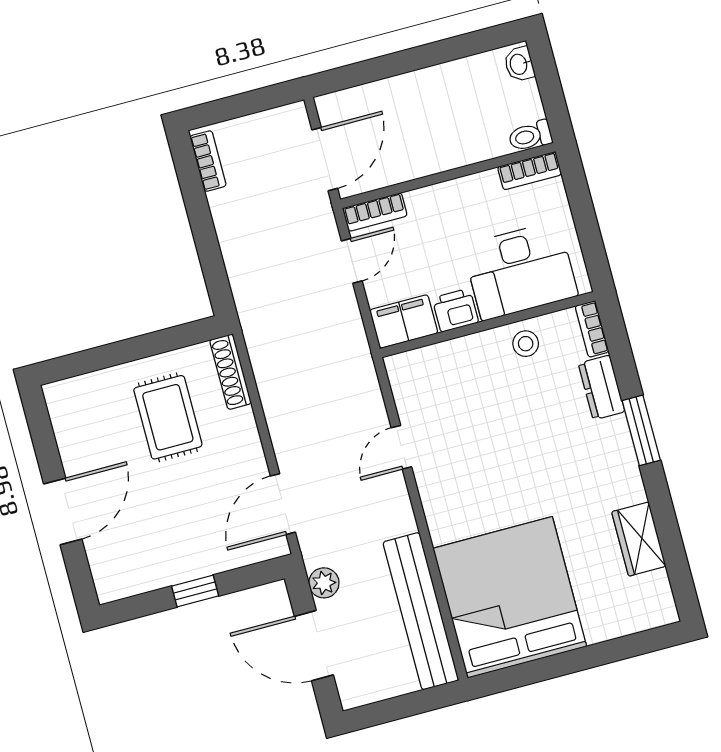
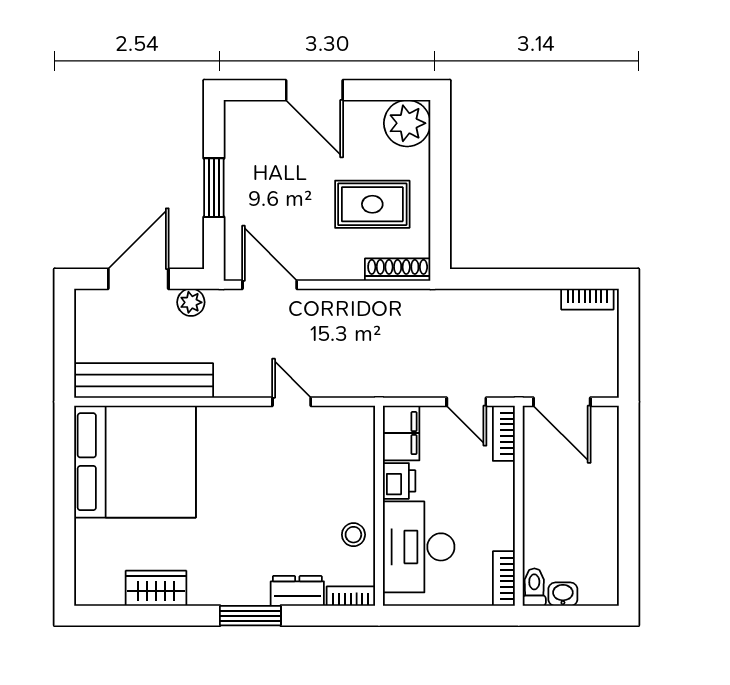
washbasin: (519, 64) -> (563, 594), moved
plant: (72, 403) -> (407, 123), added
window: (195, 591) -> (214, 188), width x1.50

